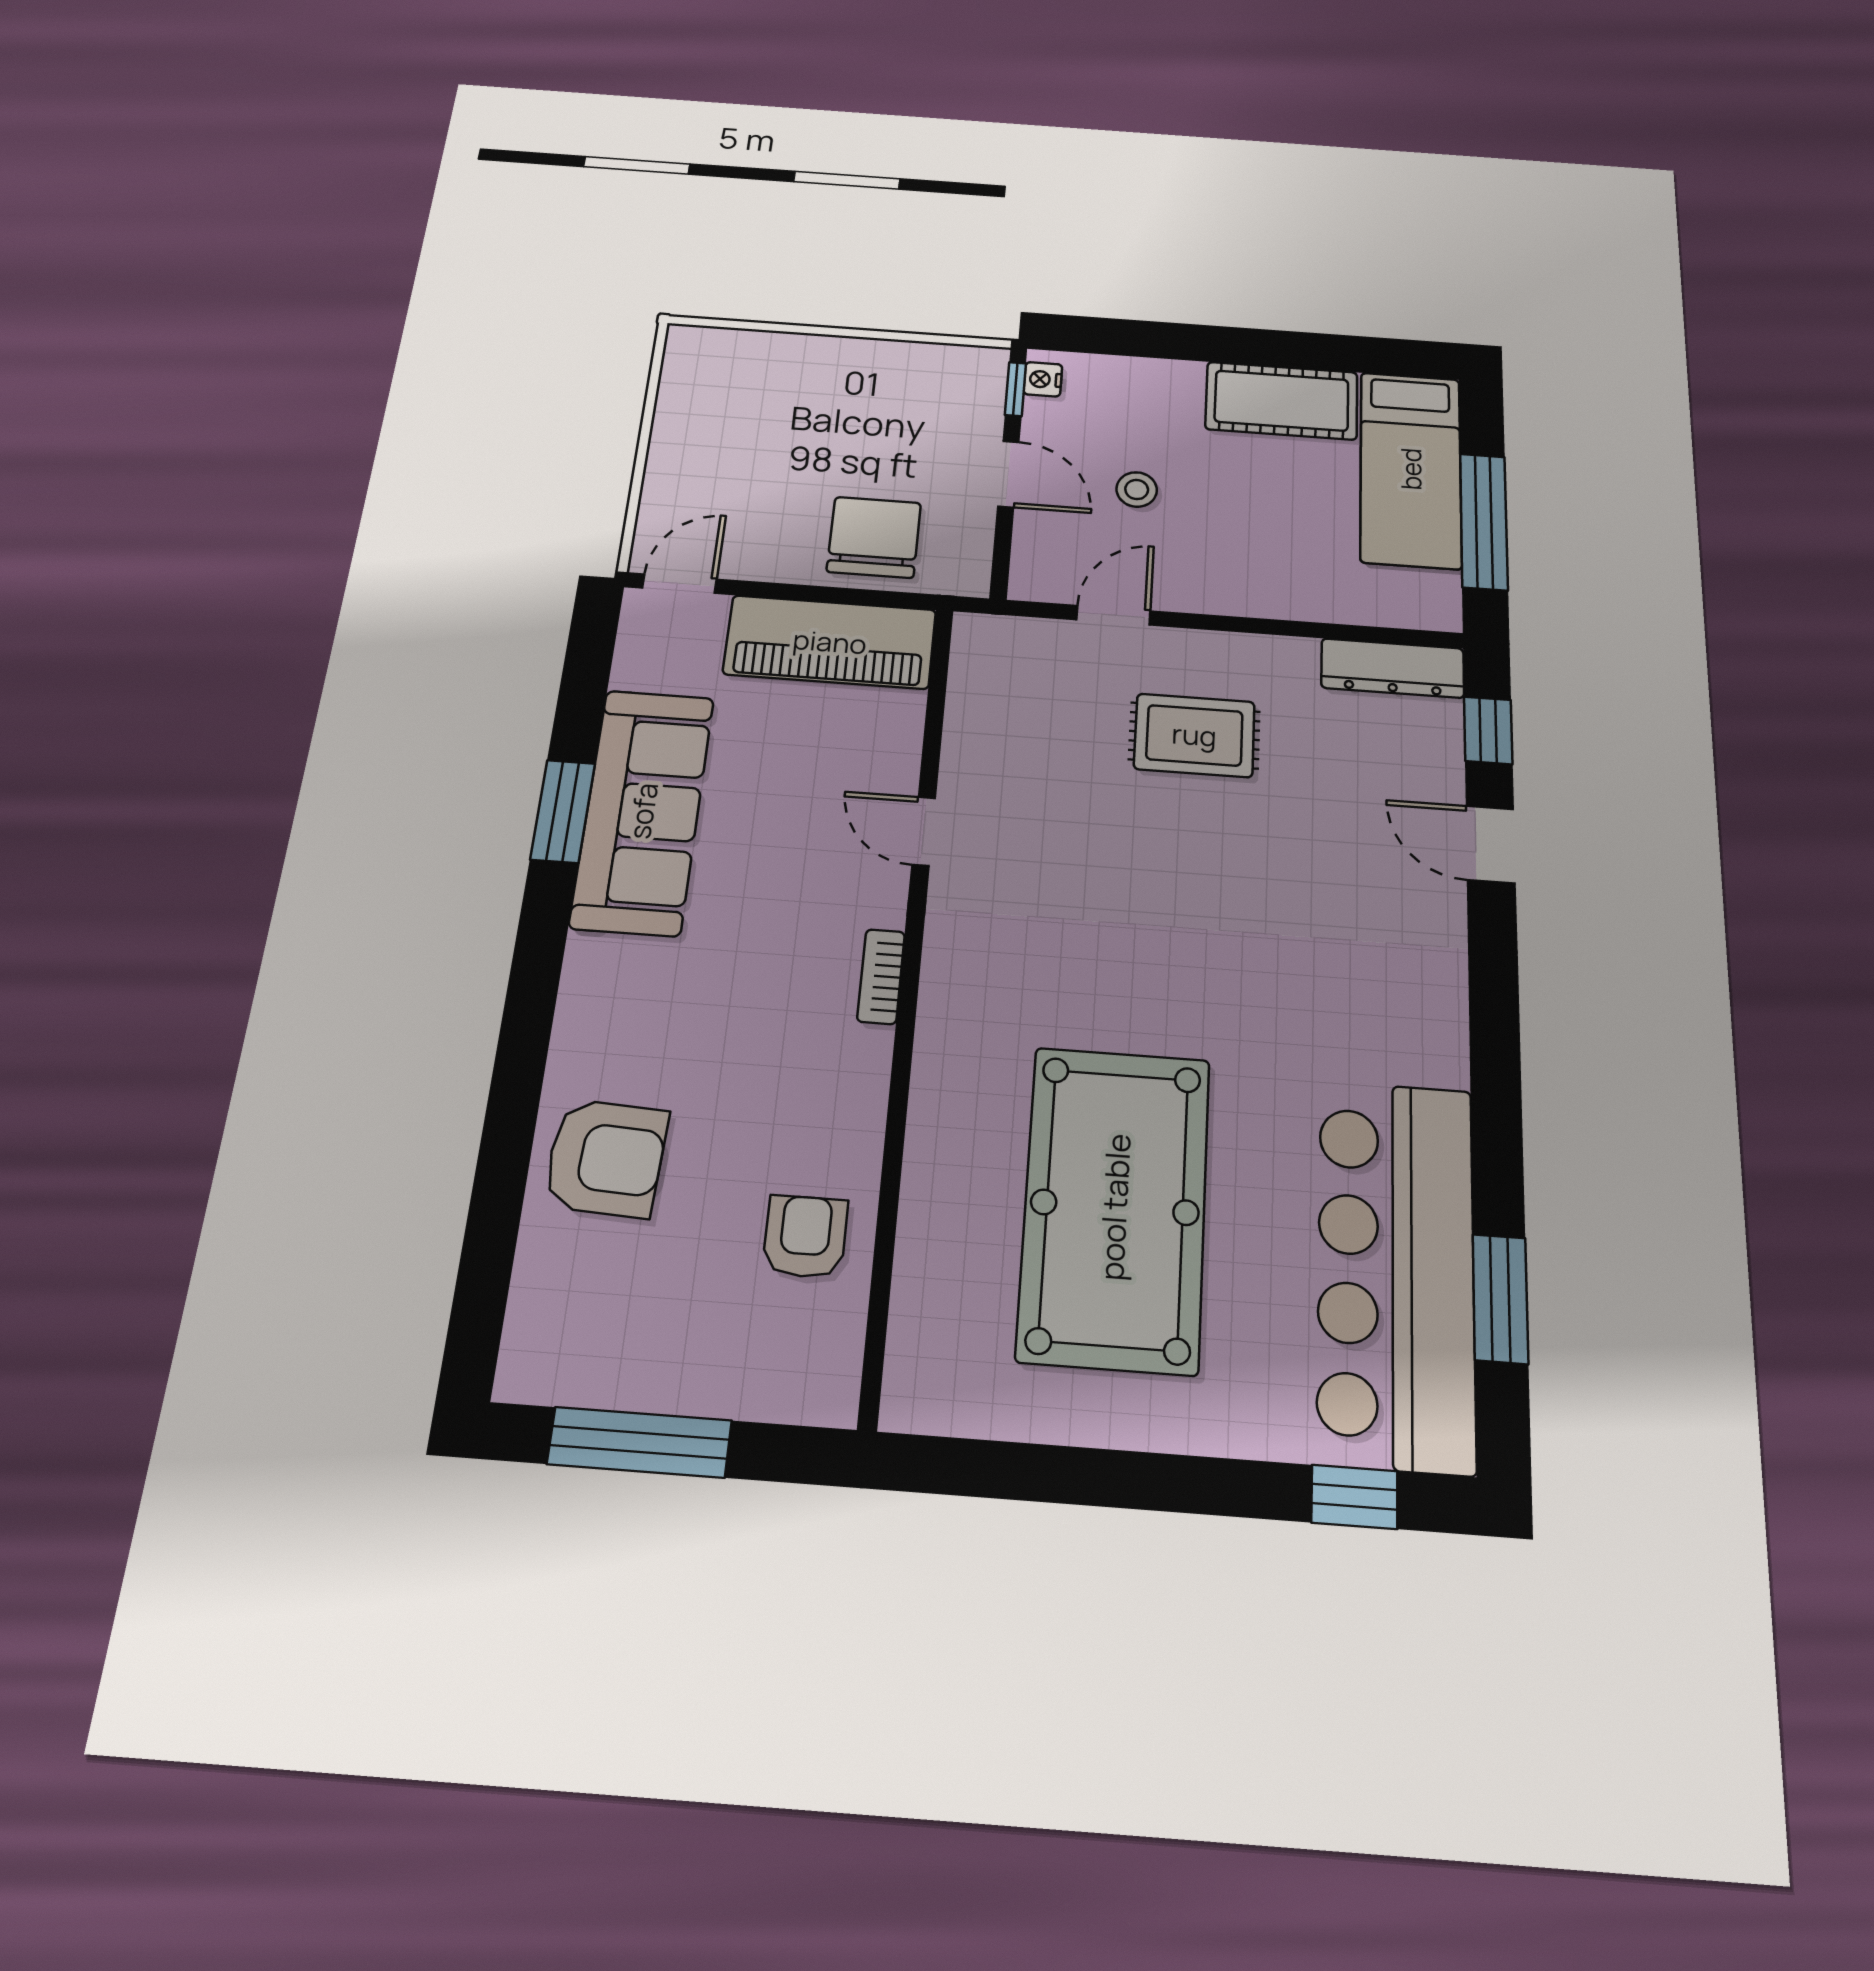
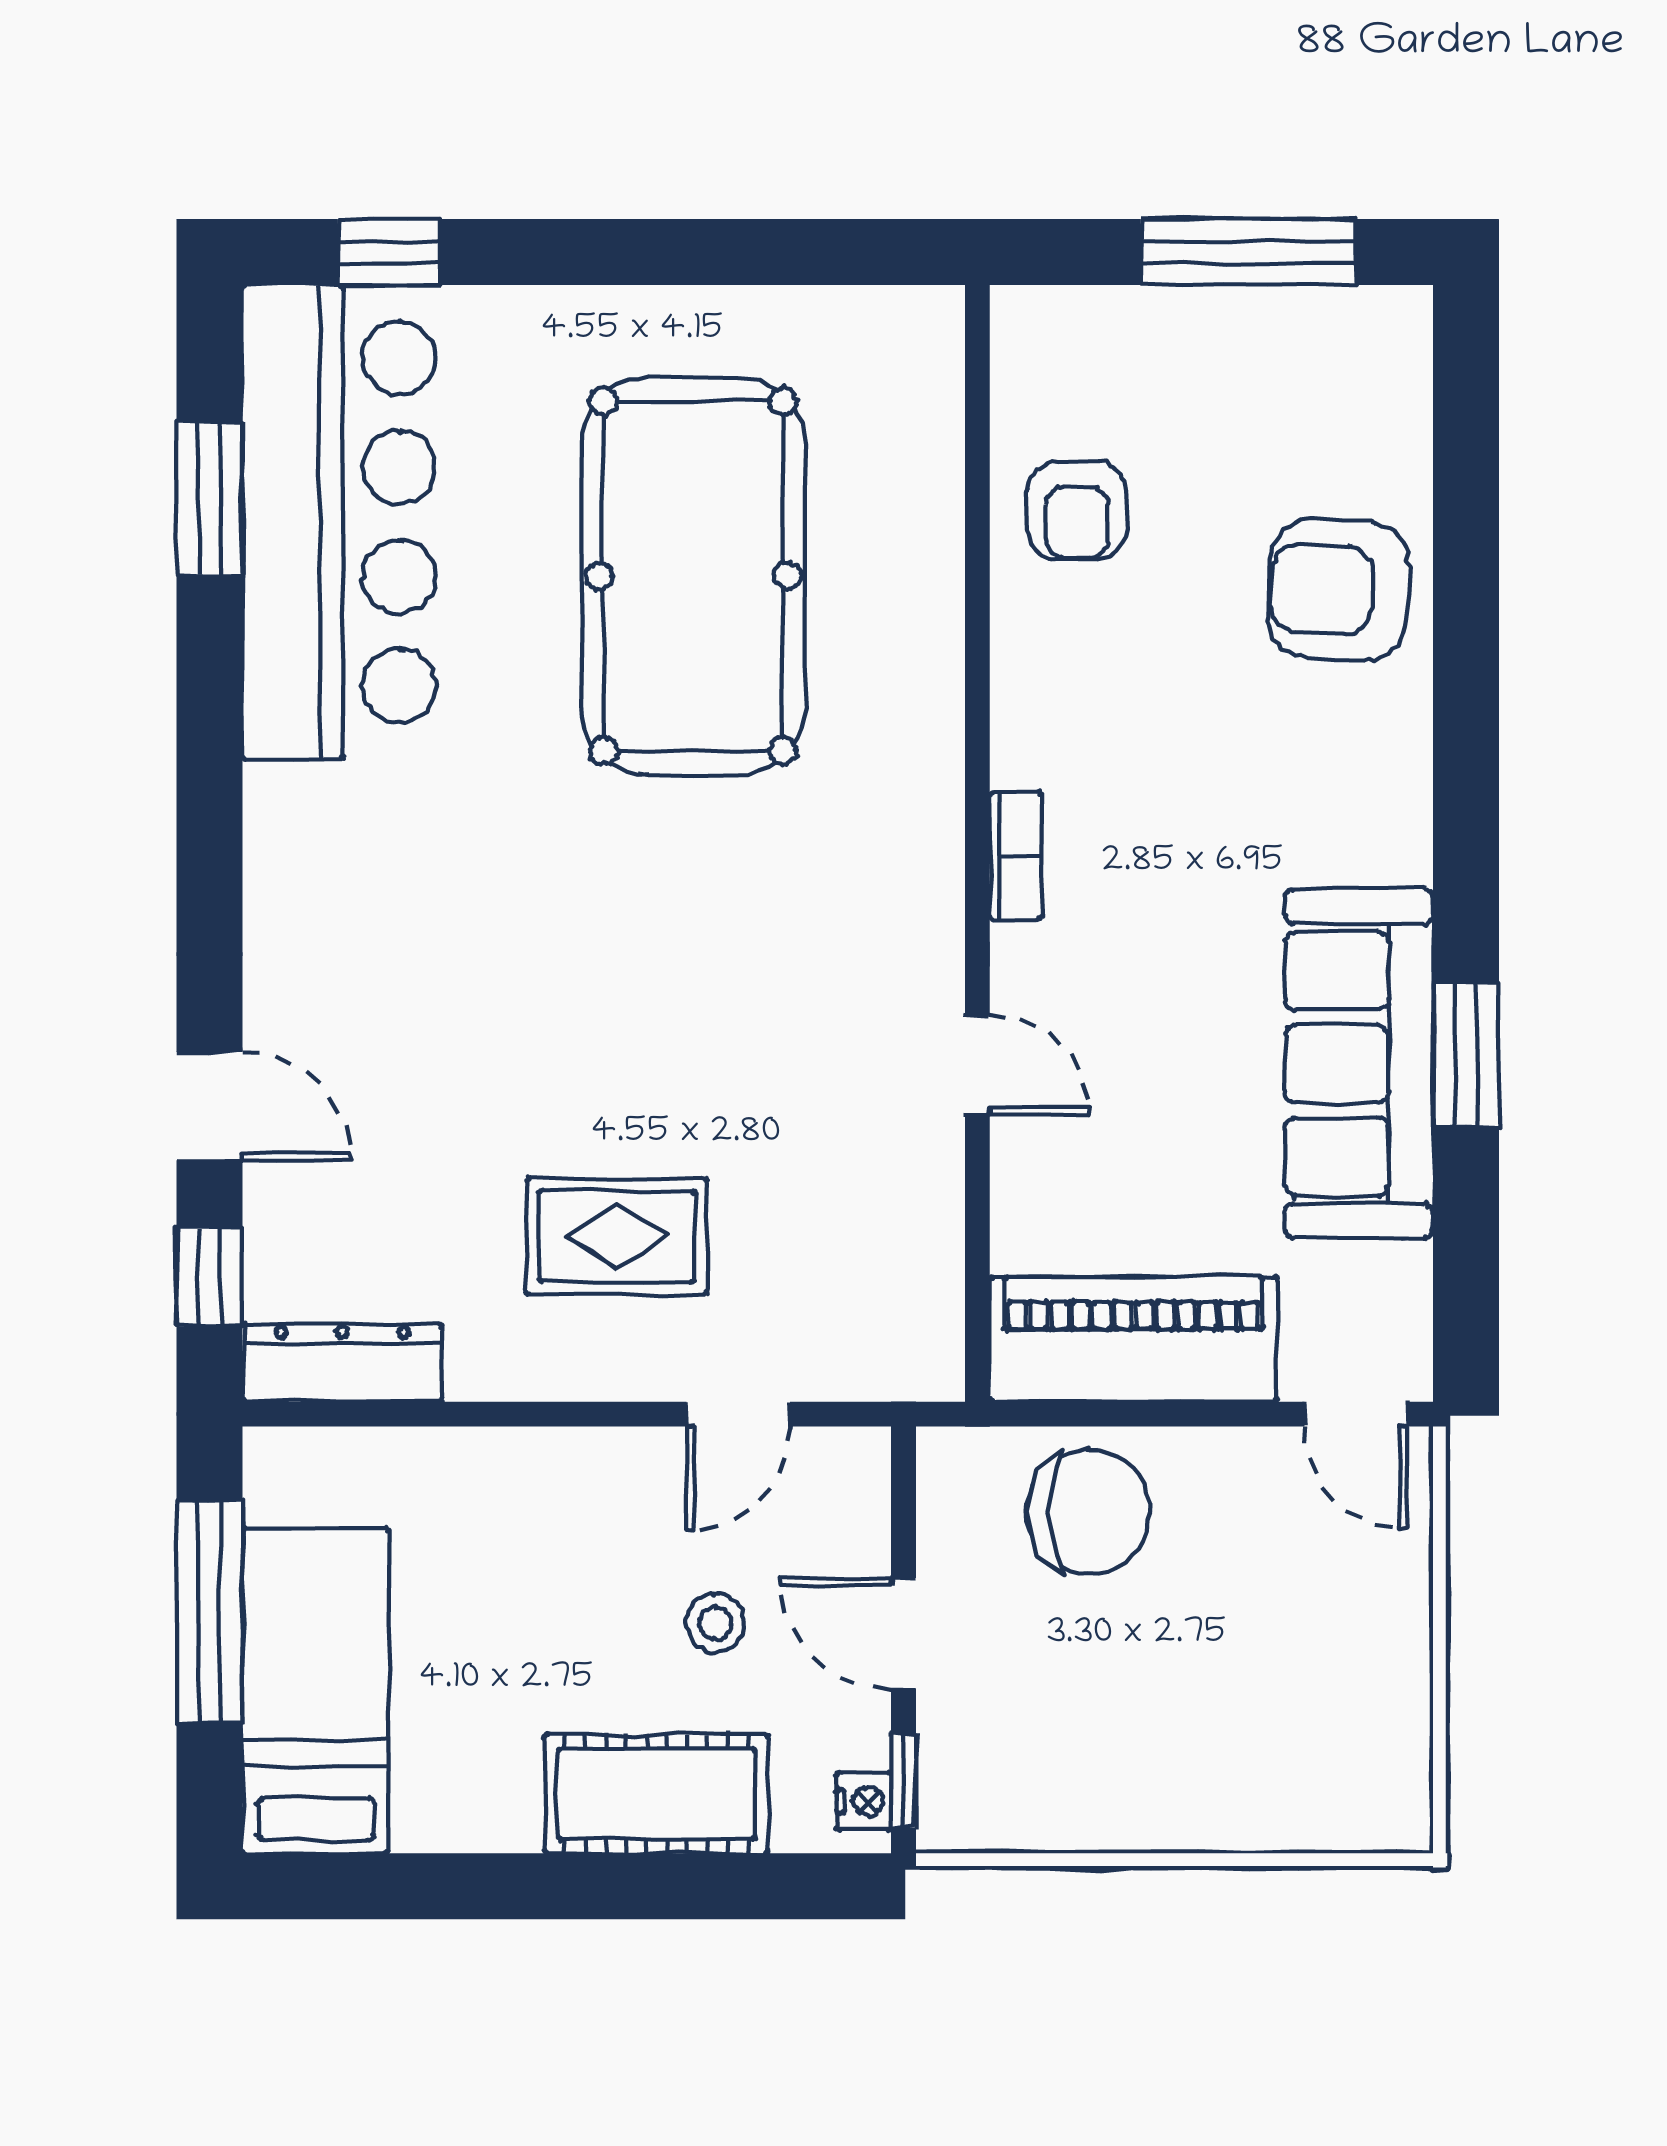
cot: (1282, 401) -> (657, 1794), moved
chair: (874, 537) -> (1088, 1512), turned -90
door: (680, 584) -> (1356, 1414), hinge flipped

